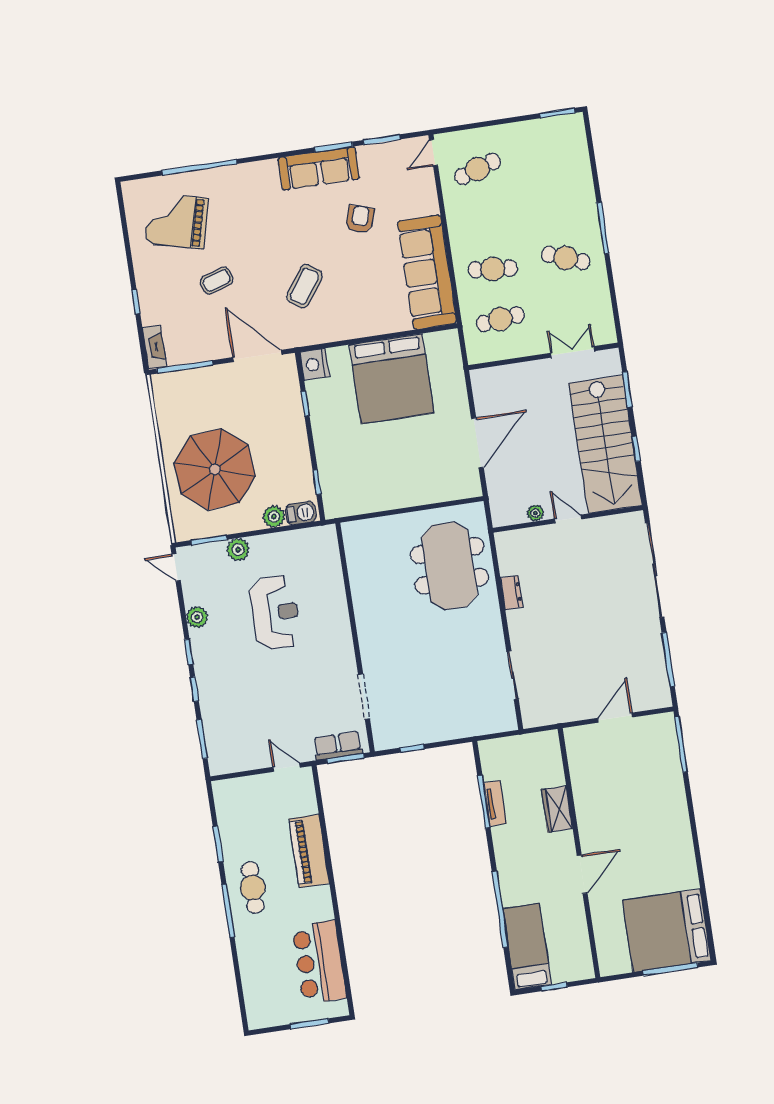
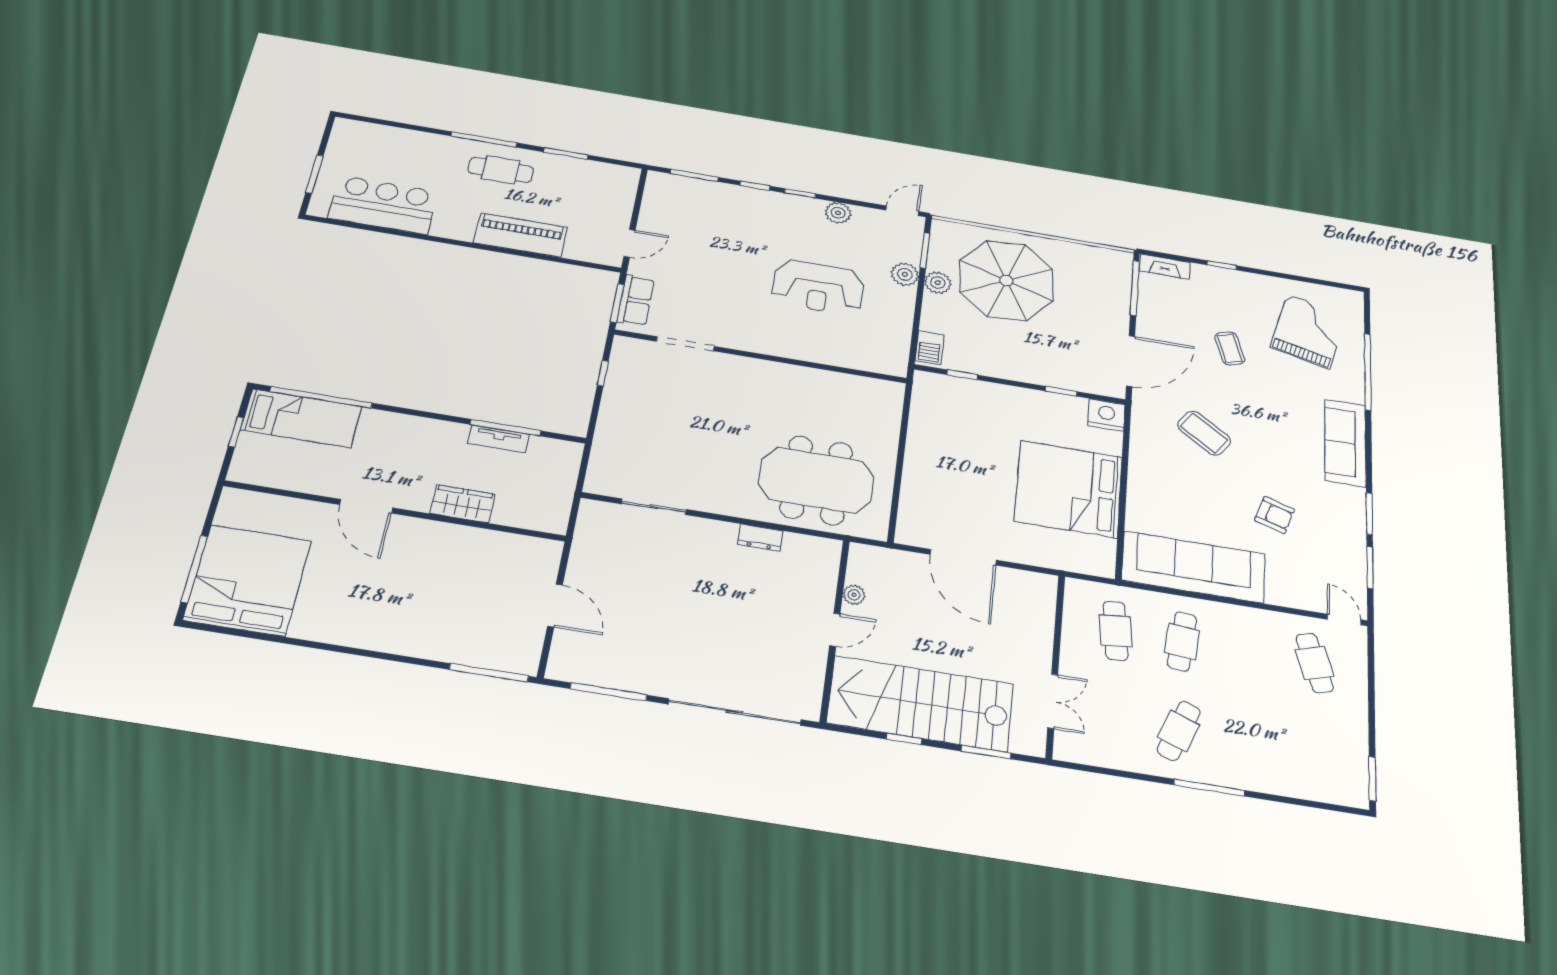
sofa: (319, 168) -> (1345, 443), moved
plant: (274, 517) -> (938, 283), moved
window: (500, 909) -> (321, 397), moved

